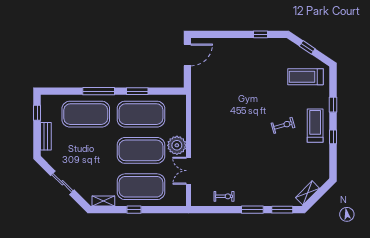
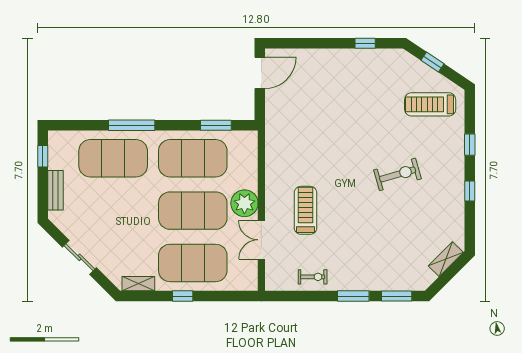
window: (137, 91) -> (216, 125), moved
exercise bike: (283, 125) -> (398, 174), width x1.38, depth x1.39
treadmill: (315, 126) -> (306, 210), moved
shelving: (307, 193) -> (446, 259), moved

